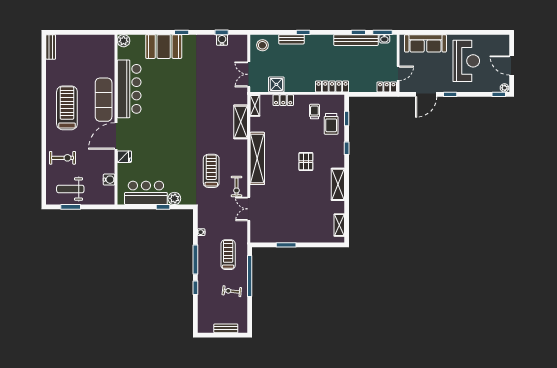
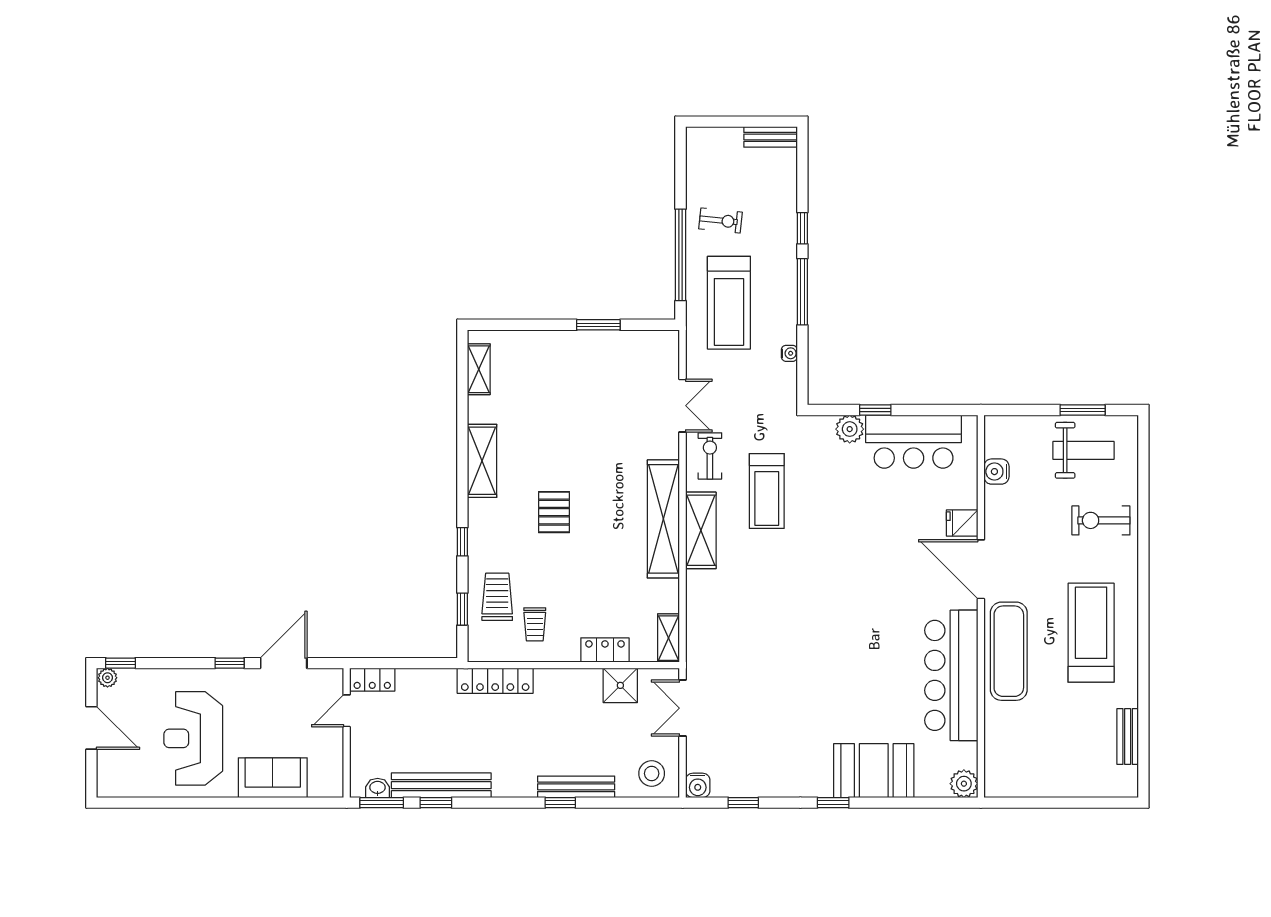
bench: (291, 39) -> (576, 787), width x1.36
water cooler: (222, 40) -> (698, 785), moved
sofa: (425, 43) -> (273, 778), width x0.73
bench: (51, 47) -> (1128, 737), moved
double door: (249, 74) -> (683, 708), swing flipped
treadmill: (67, 108) -> (1091, 633), turned 180
shelving: (241, 122) -> (701, 530), moved
door: (116, 136) -> (981, 569), swing flipped
treadmill: (228, 255) -> (729, 303), width x1.37, depth x1.38
bench: (226, 328) -> (771, 137), moved

